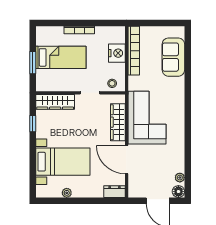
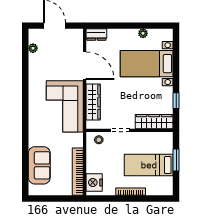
nightstand: (117, 53) -> (94, 182), moved
floor lamp: (178, 192) -> (34, 35), removed

